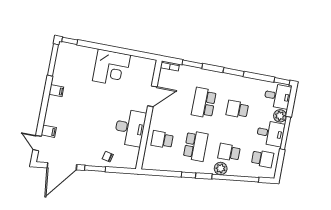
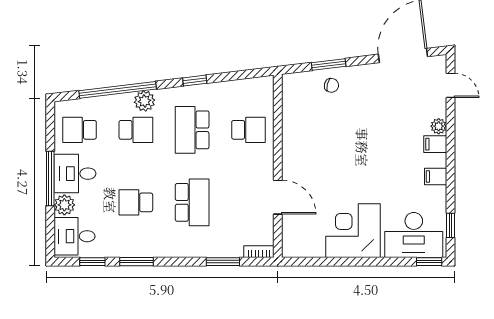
window: (53, 60) -> (450, 225), width x0.46
window: (233, 72) -> (137, 262), moved
window: (282, 81) -> (92, 262), moved
door: (152, 96) -> (278, 197), swing flipped
school desk: (237, 109) -> (136, 202), turned 180
plant: (49, 120) -> (439, 126), added
desk: (130, 128) -> (414, 235), moved, turned -90
filing cabinet: (49, 131) -> (435, 144), moved
window: (95, 169) -> (329, 64), moved

